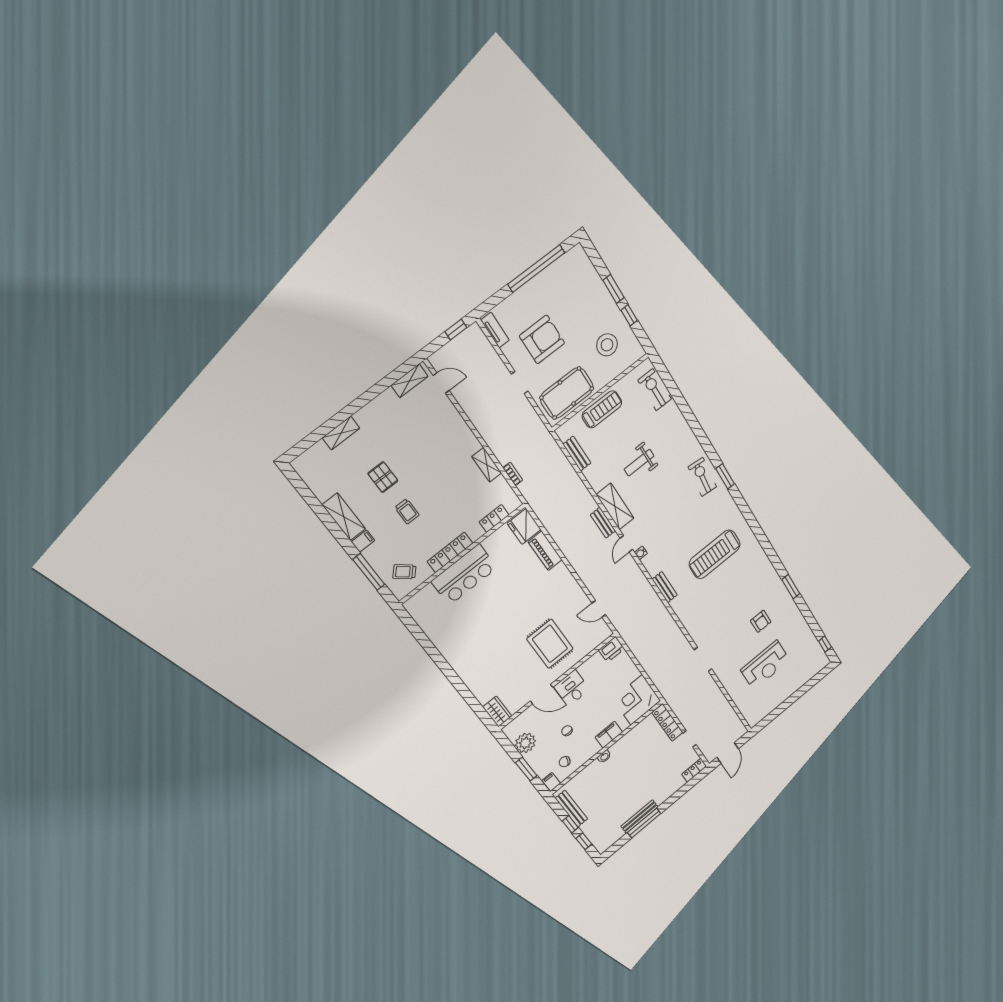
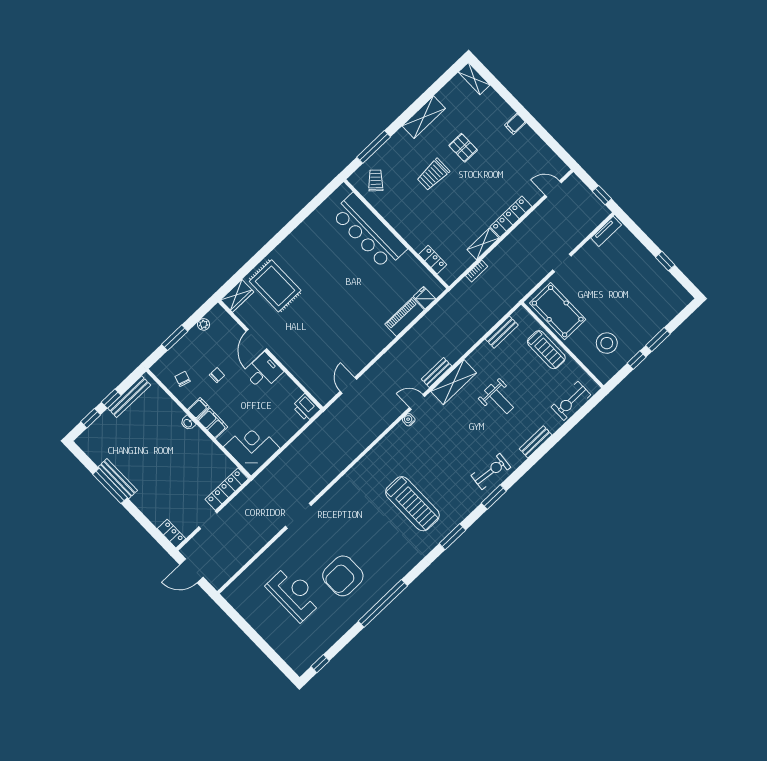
window: (536, 268) -> (665, 261), width x0.32
armchair: (542, 339) -> (603, 278), removed
shelving: (410, 381) -> (552, 160), removed
door: (441, 383) -> (553, 189), swing flipped
exercise bike: (655, 390) -> (571, 401), turned 180
shelving: (341, 433) -> (474, 79), moved
weight bench: (639, 463) -> (499, 399), turned 180
pallet: (383, 477) -> (463, 148), turned 90
trolley: (407, 511) -> (433, 175), width x1.36, depth x1.39
window: (750, 519) -> (452, 537), added
fridge: (524, 526) -> (424, 298), width x0.53, depth x0.75
filing cabinet: (363, 541) -> (515, 124), moved, turned 90
locker: (450, 552) -> (511, 217), moved, turned -90
treadmill: (715, 554) -> (412, 504), turned 180
bar counter: (464, 575) -> (369, 231), width x1.36
bench: (665, 587) -> (536, 442), moved
window: (791, 587) -> (383, 603), width x2.11
armchair: (761, 621) -> (343, 576), width x1.88, depth x1.88
rug: (550, 644) -> (275, 286), moved, turned 90
reception desk: (765, 665) -> (294, 594), turned 180
plant: (525, 743) -> (204, 324), width x0.53, depth x0.53
filing cabinet: (551, 782) -> (198, 408), moved

